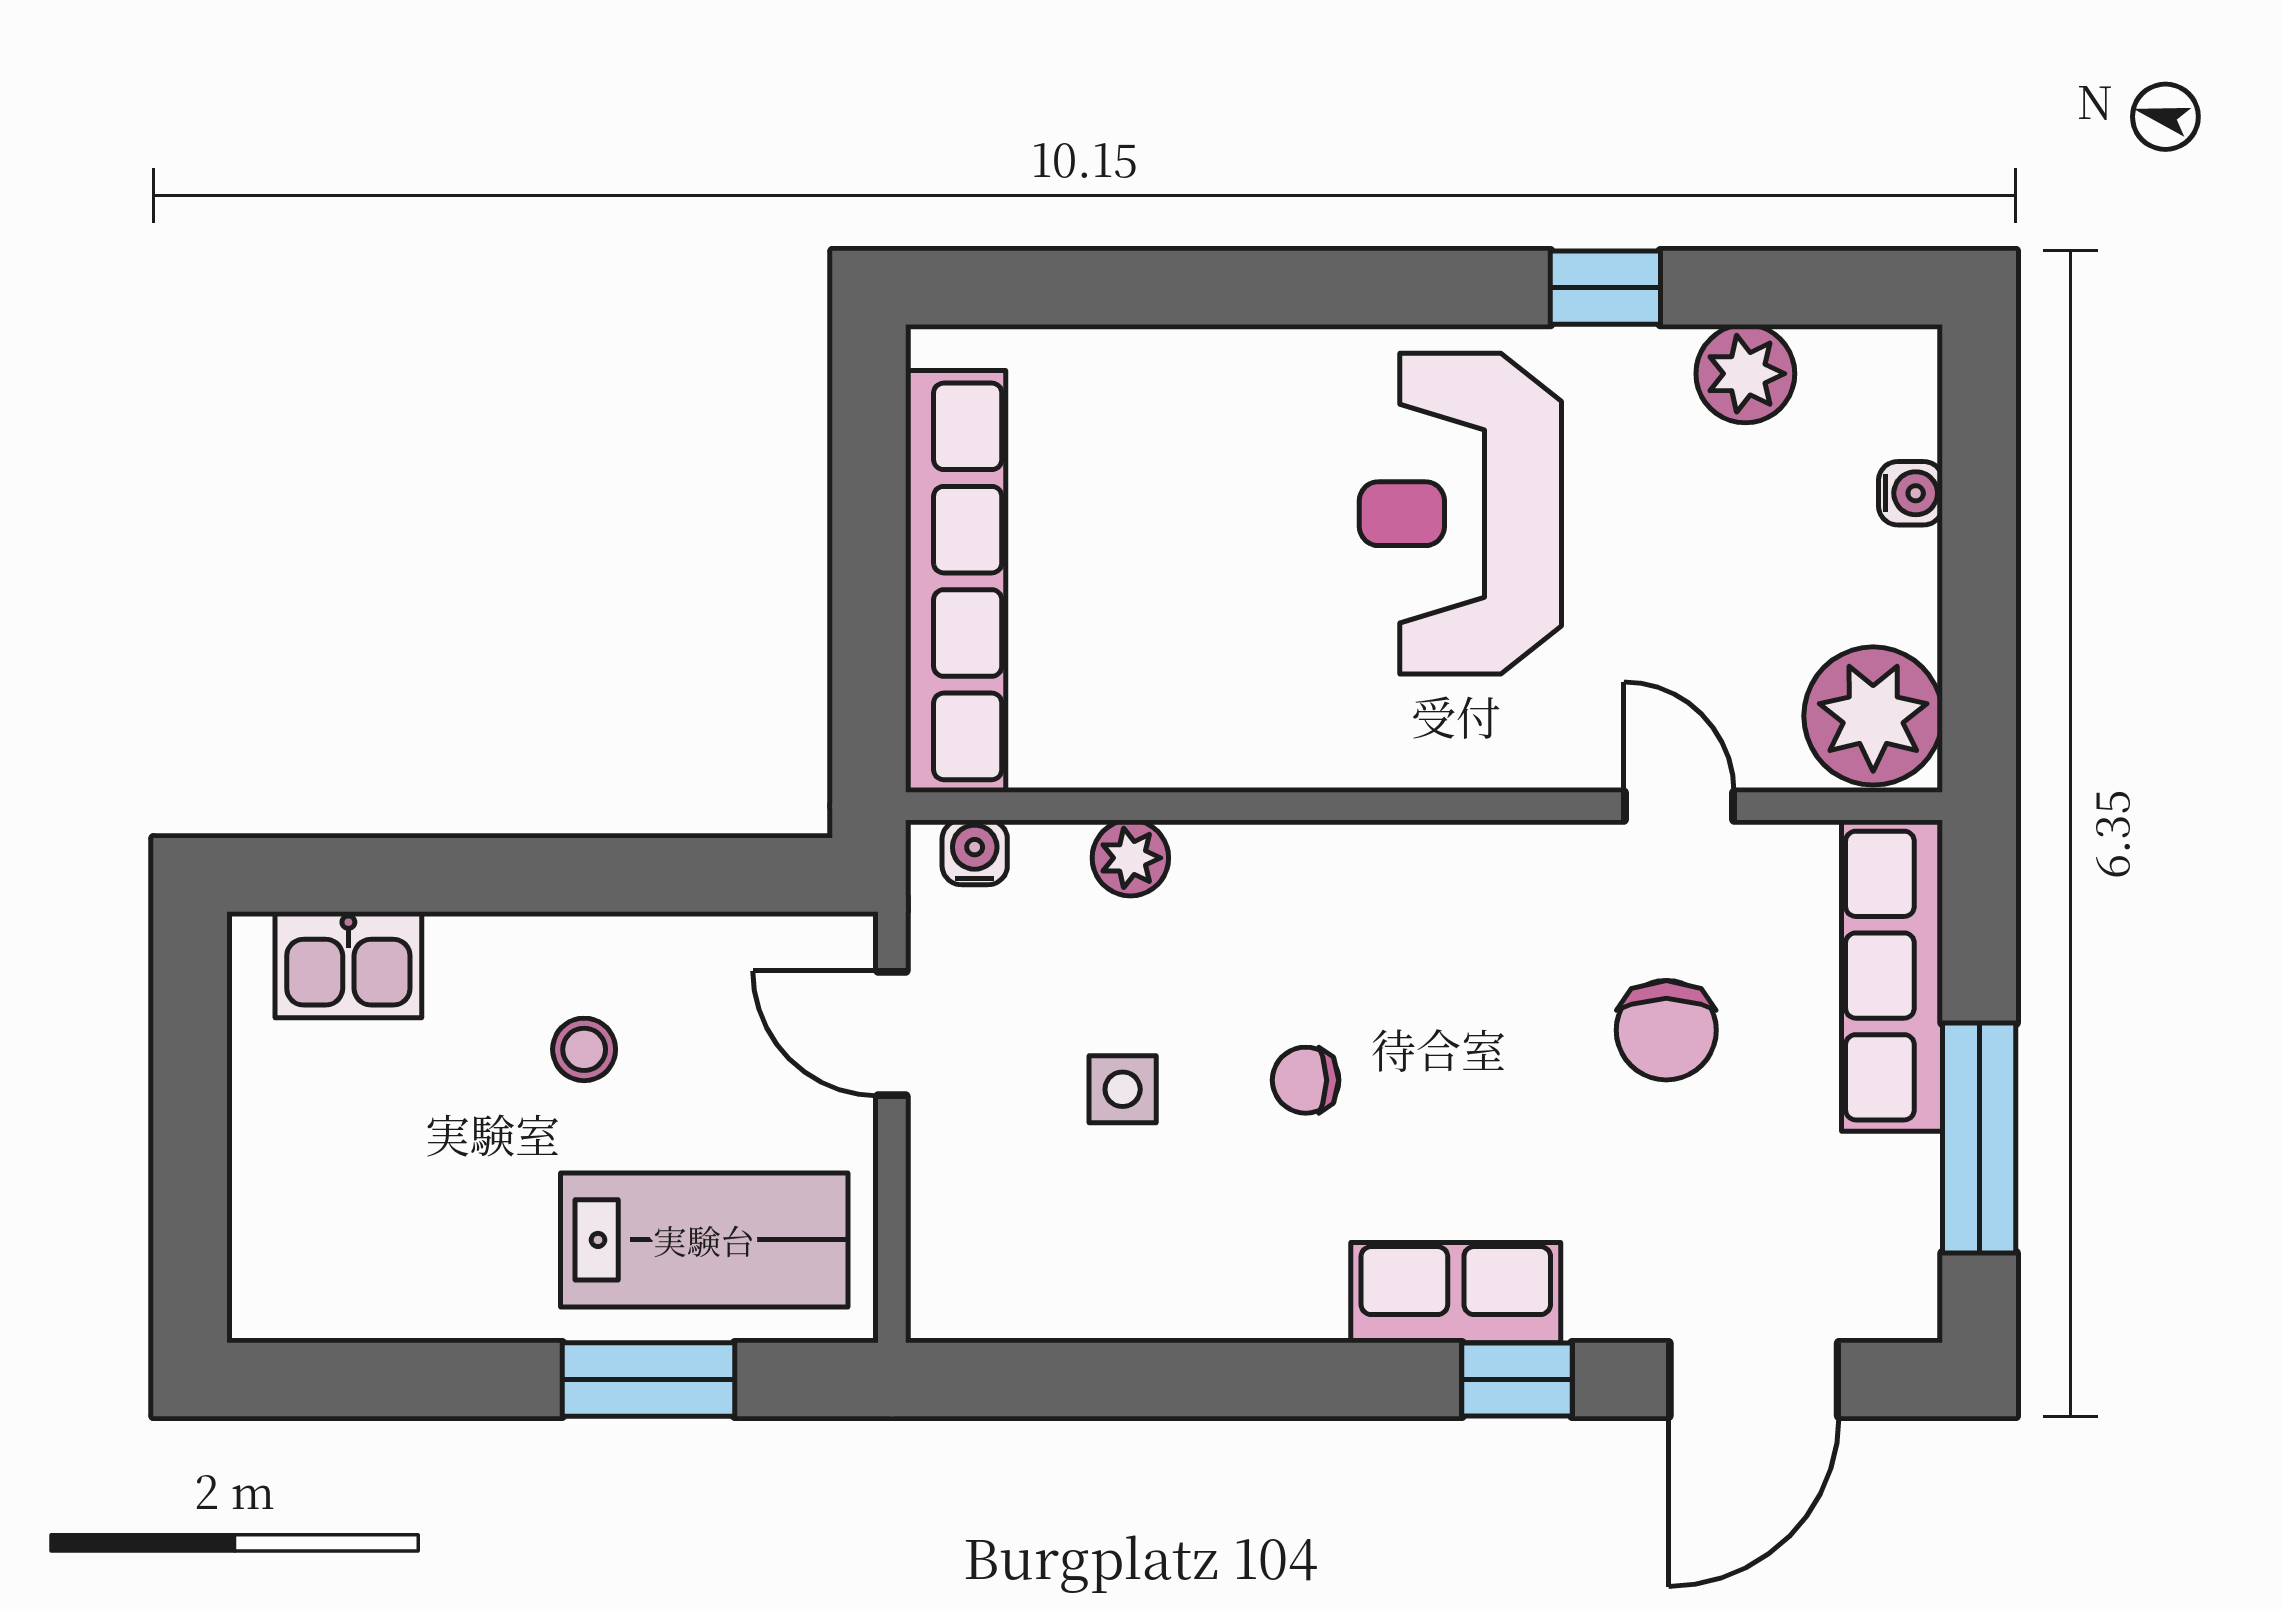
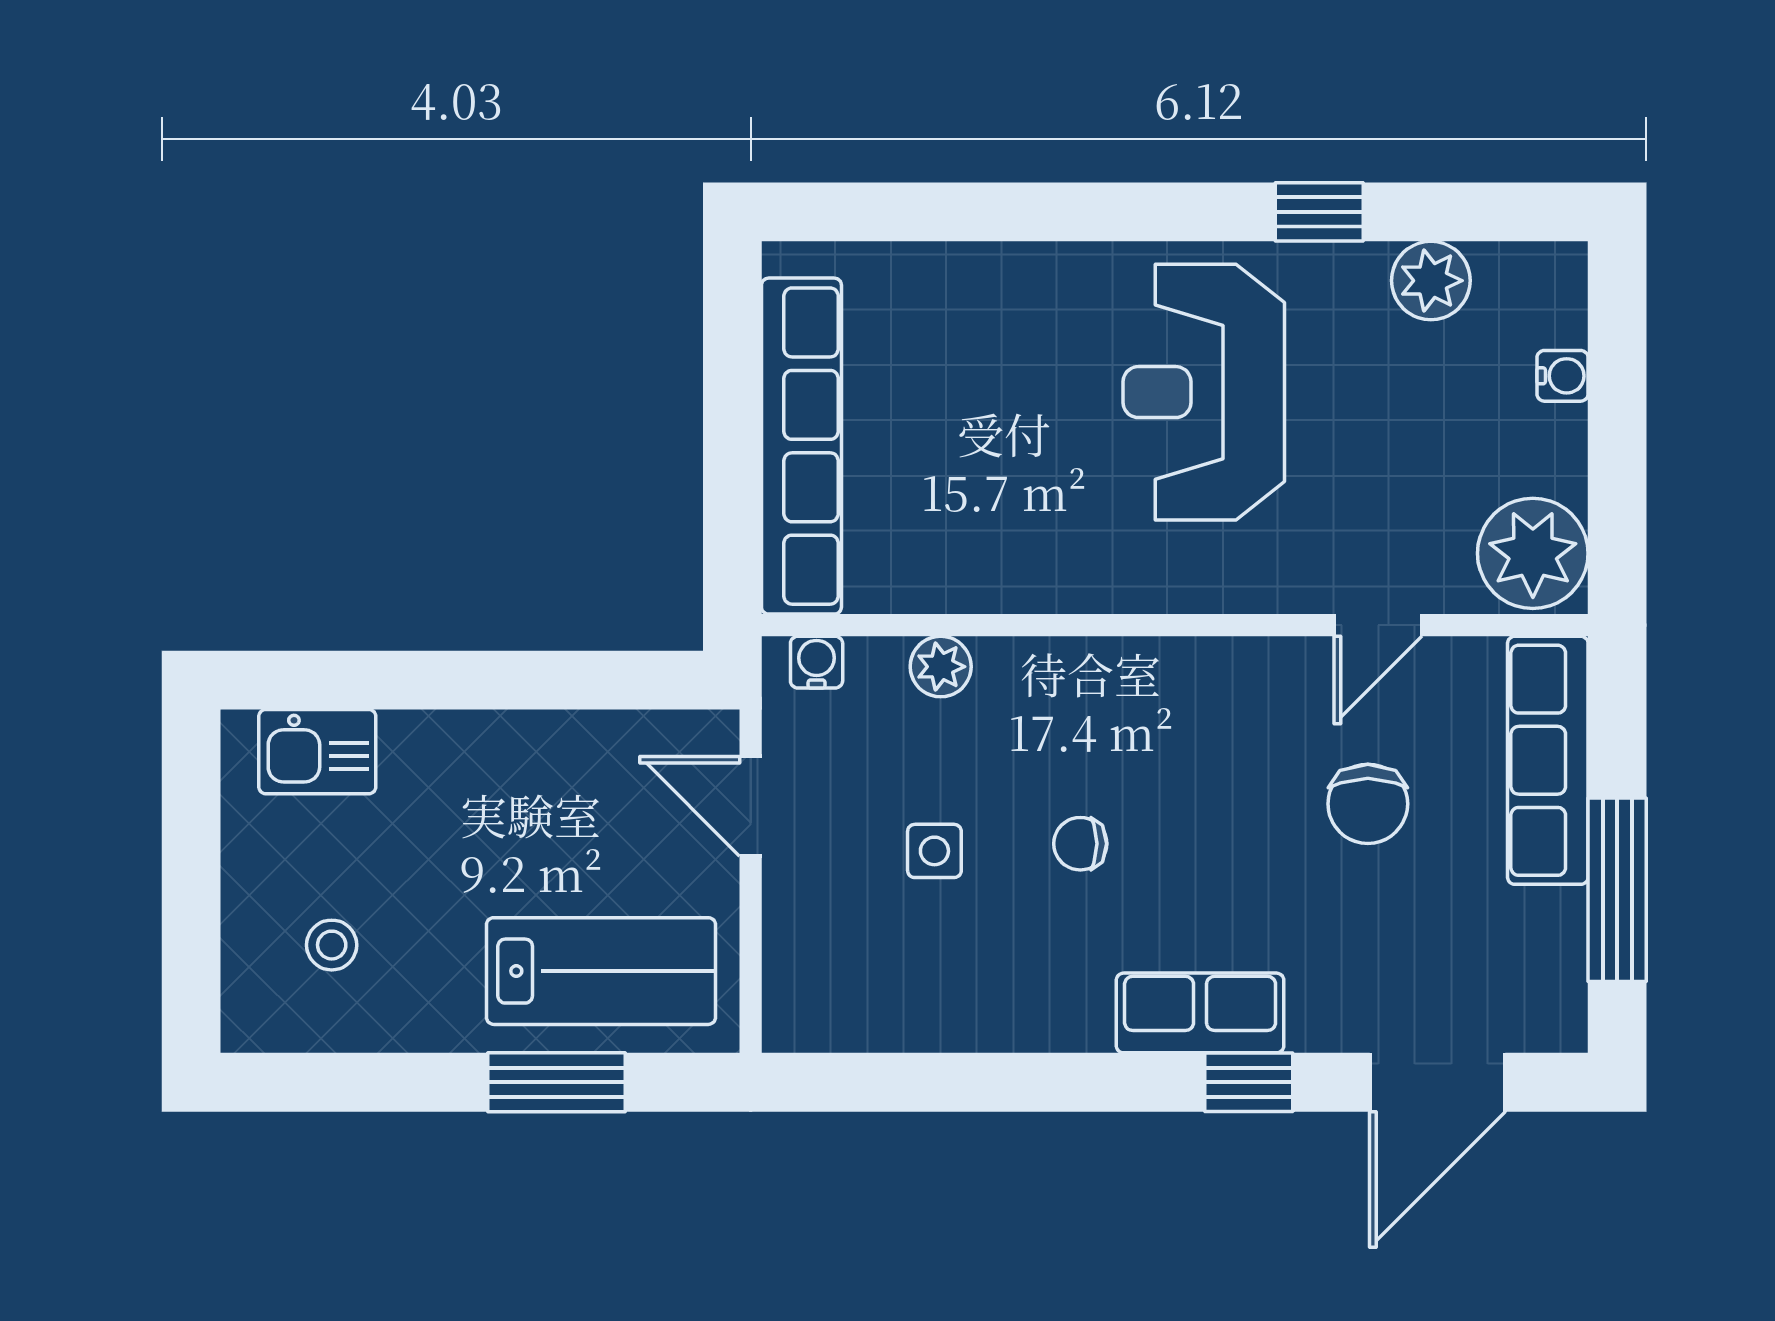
door: (1679, 806) -> (1378, 625), swing flipped
stool: (584, 1049) -> (332, 945), moved

